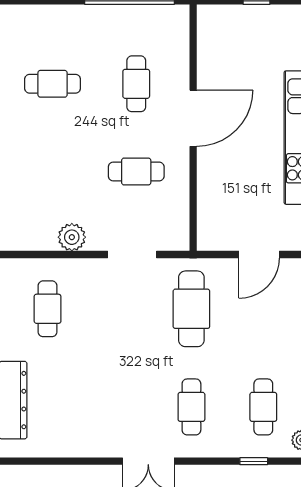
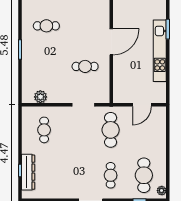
cafe table: (136, 84) -> (85, 26), removed
plant: (72, 237) -> (40, 97), moved
cafe table: (263, 407) -> (144, 175), width x1.37, depth x1.35

